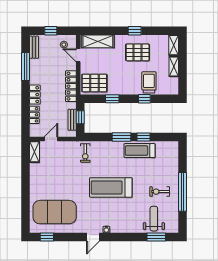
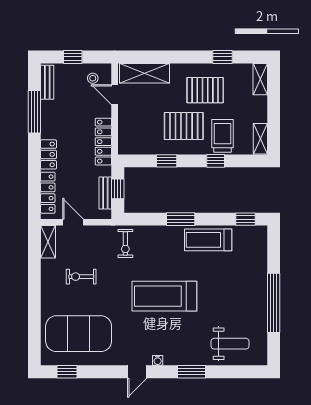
window: (135, 31) -> (222, 57), moved
shelving: (174, 67) -> (260, 139), moved
pallet: (94, 83) -> (184, 126), moved
locker: (34, 115) -> (48, 193), width x1.53
window: (143, 137) -> (245, 219), moved
door: (51, 139) -> (73, 222), hinge flipped
exercise bike: (160, 192) -> (81, 277), moved
weight bench: (154, 219) -> (230, 344), turned 90
window: (156, 237) -> (192, 372), moved

